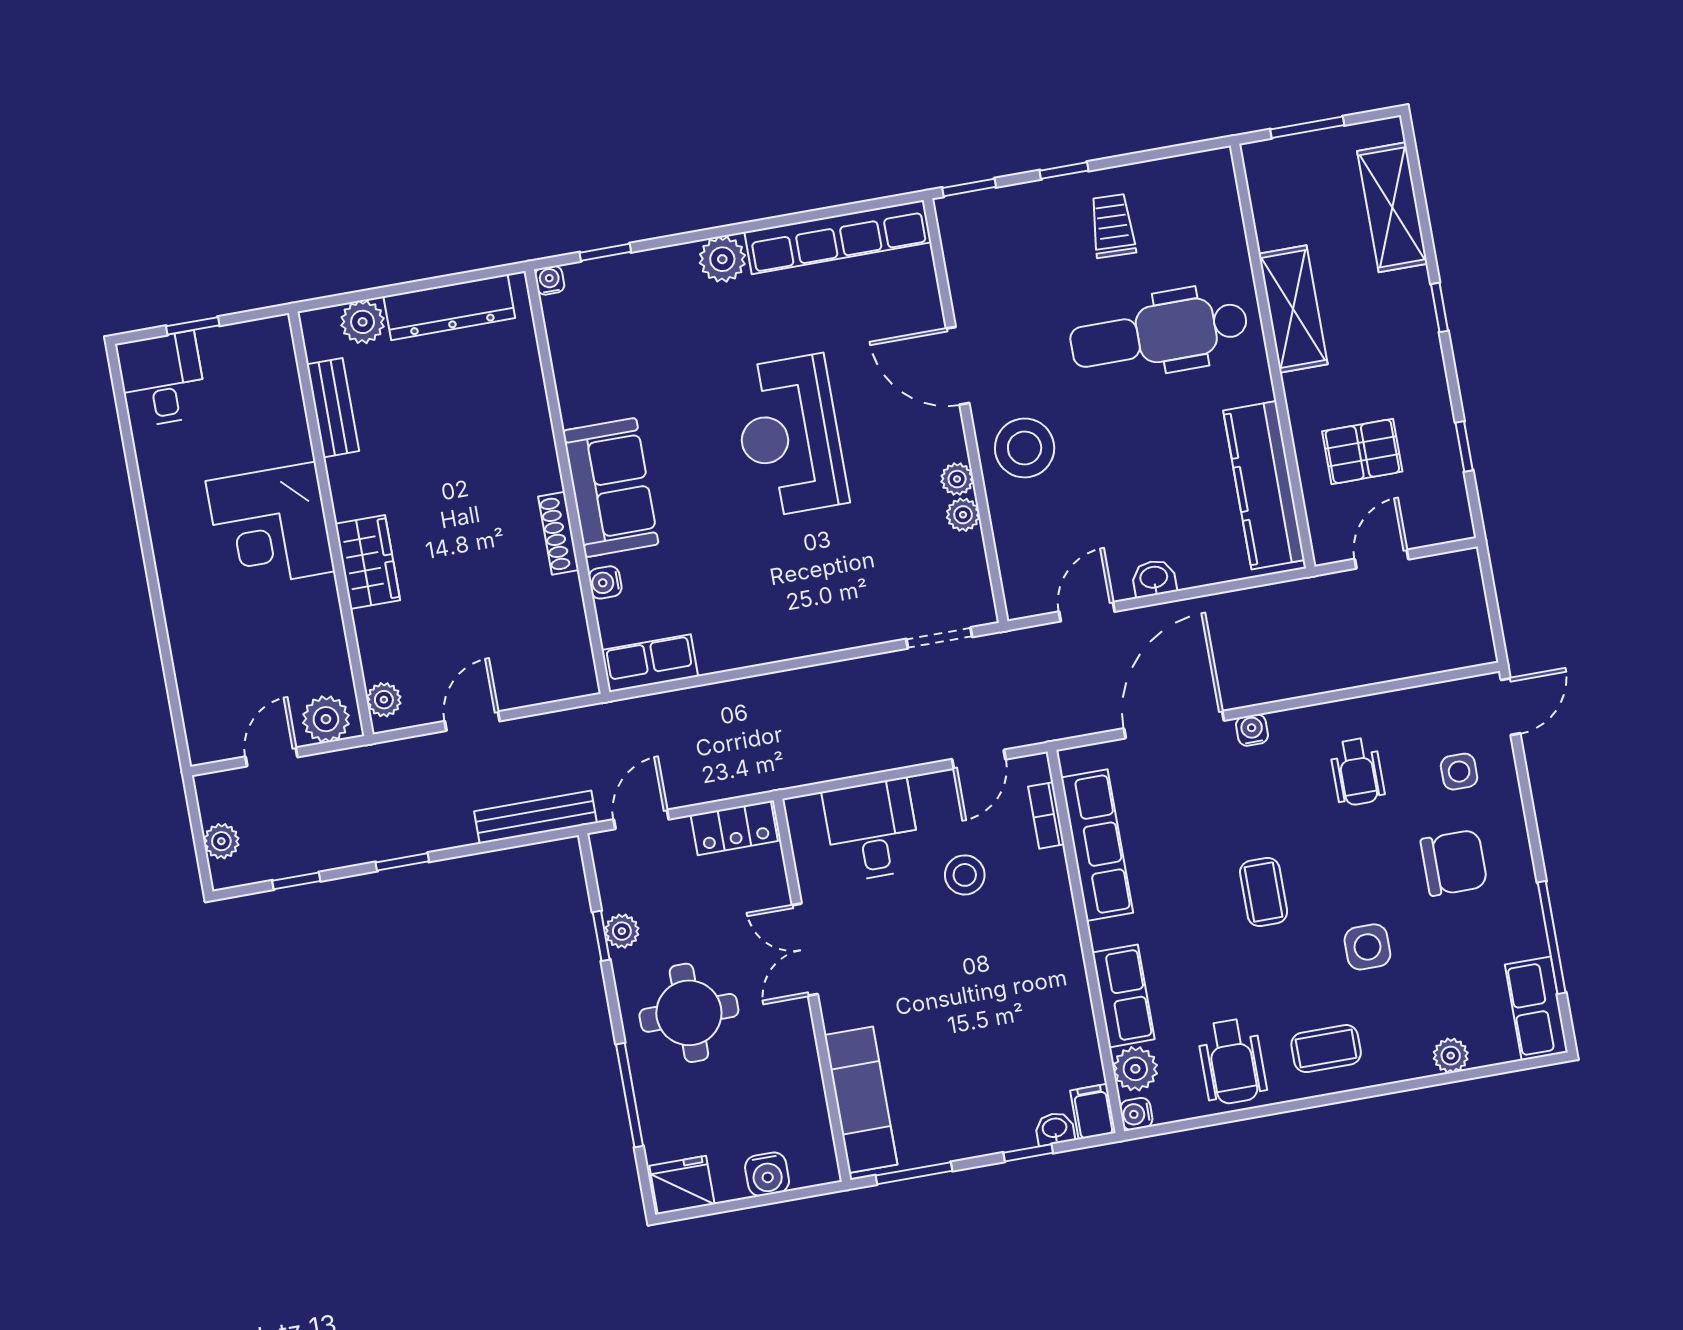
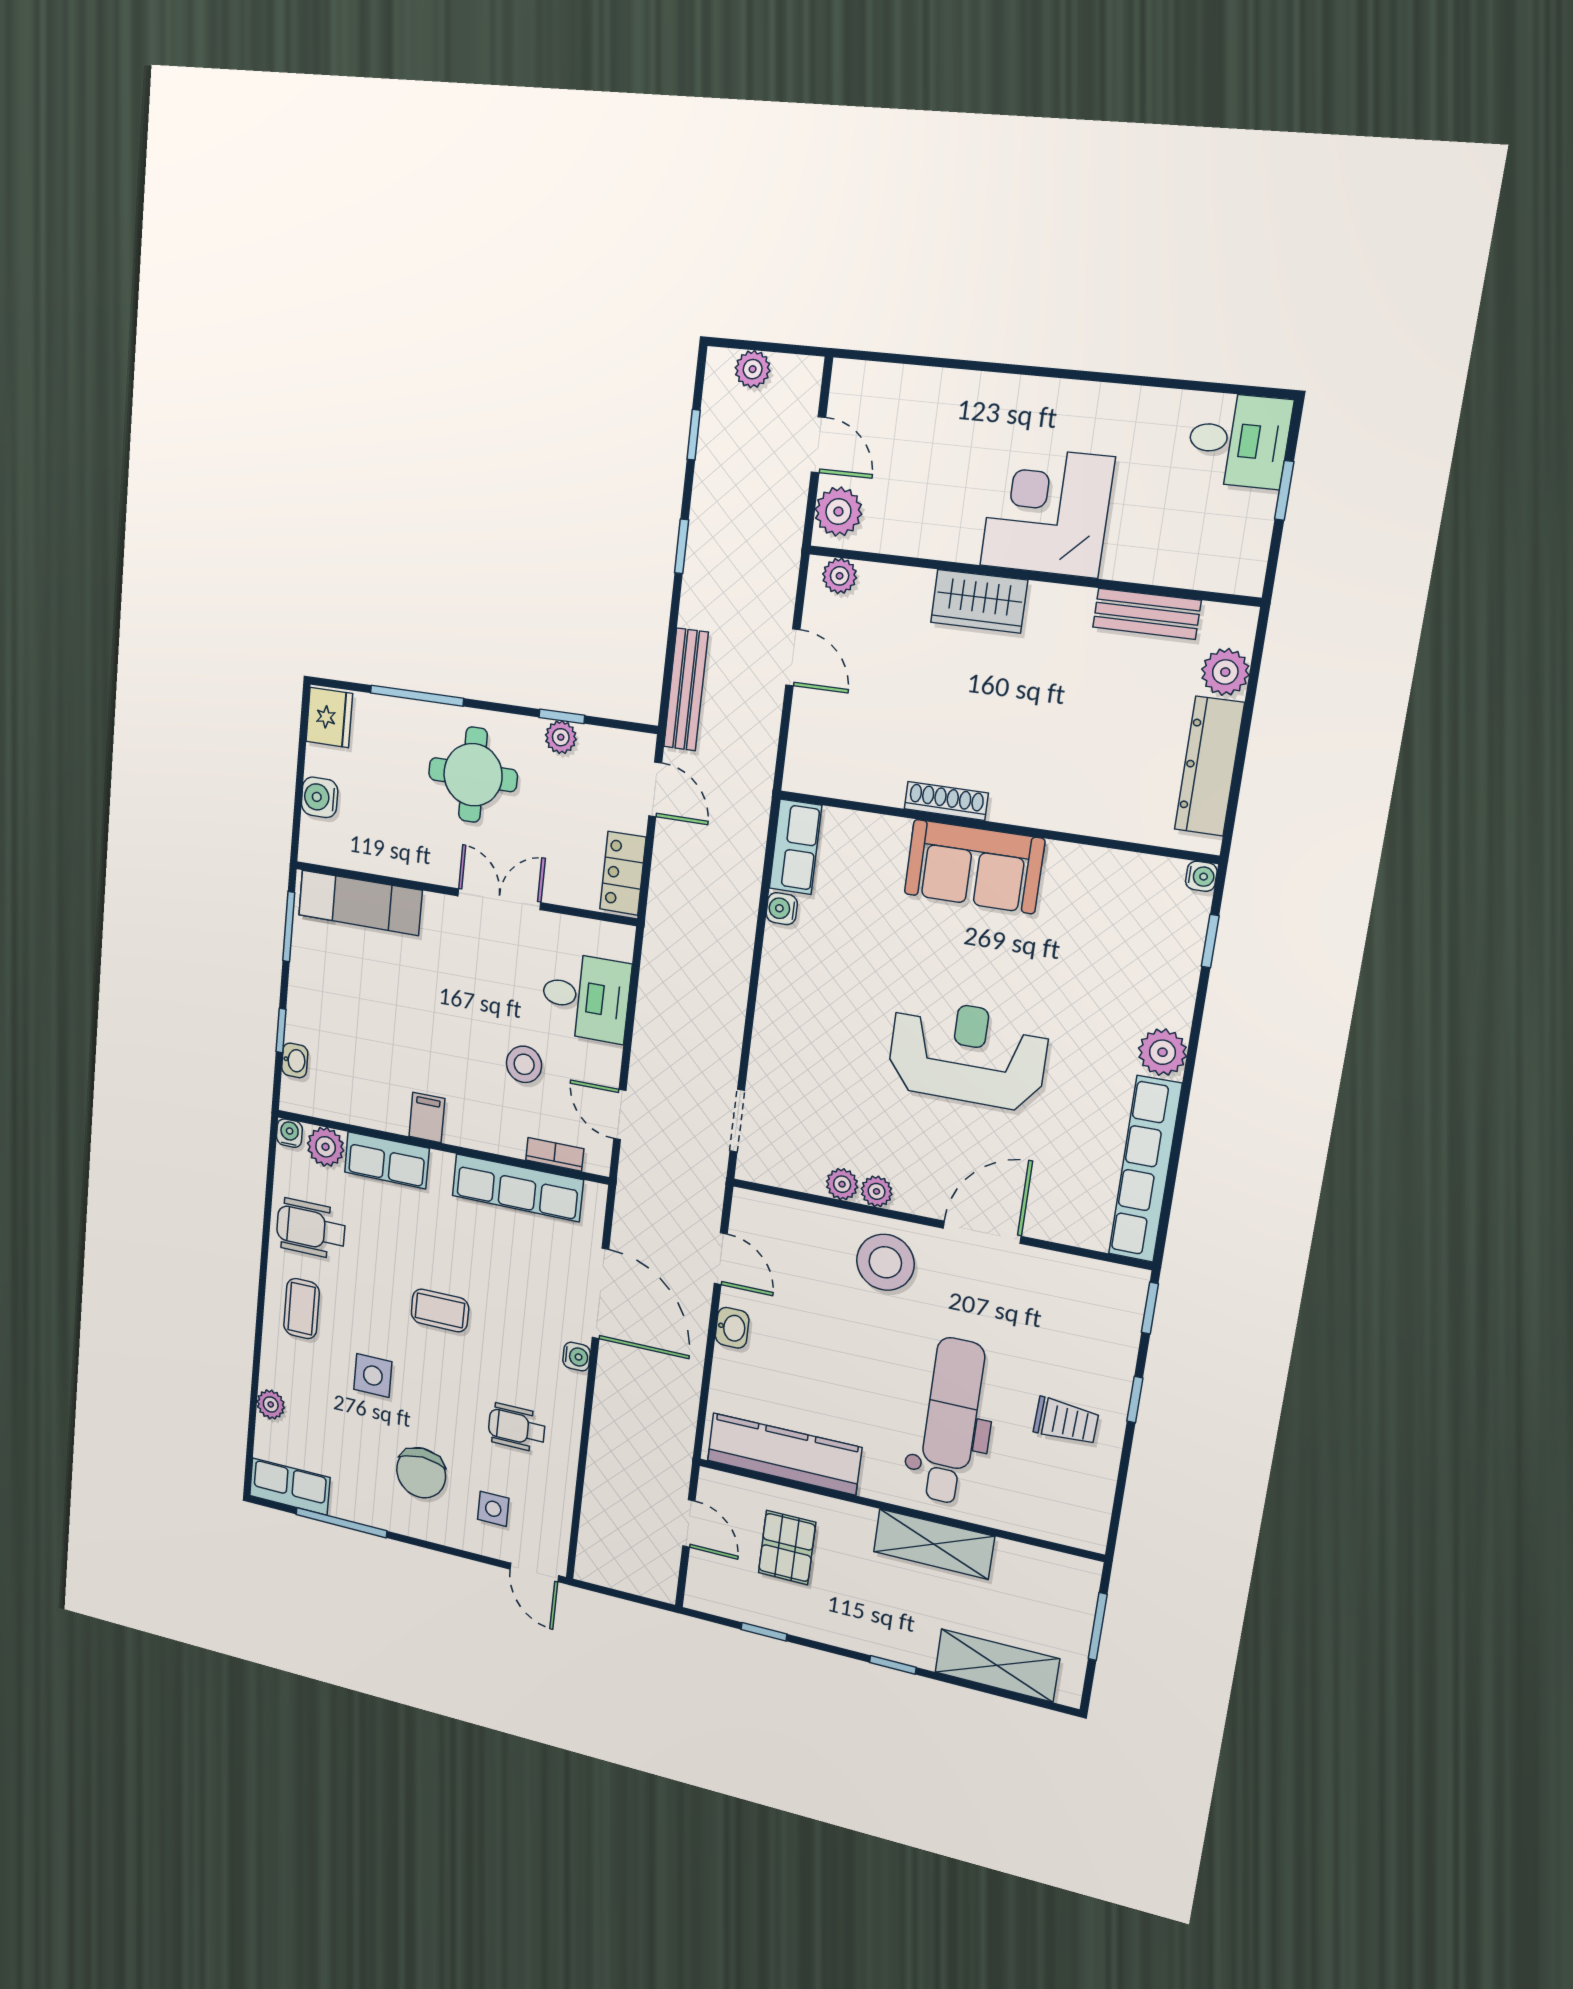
water cooler: (605, 582) -> (782, 909), moved, turned -90
filing cabinet: (1093, 1112) -> (427, 1117), moved, turned -90

